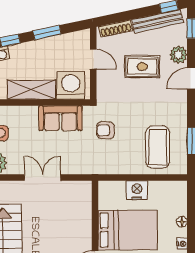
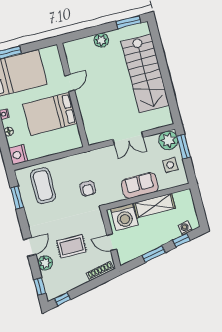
bench: (158, 21) -> (68, 285), removed
sofa: (60, 118) -> (140, 185), moved
armchair: (105, 130) -> (88, 188), turned 90
nightstand: (137, 190) -> (18, 155), moved, turned 90

